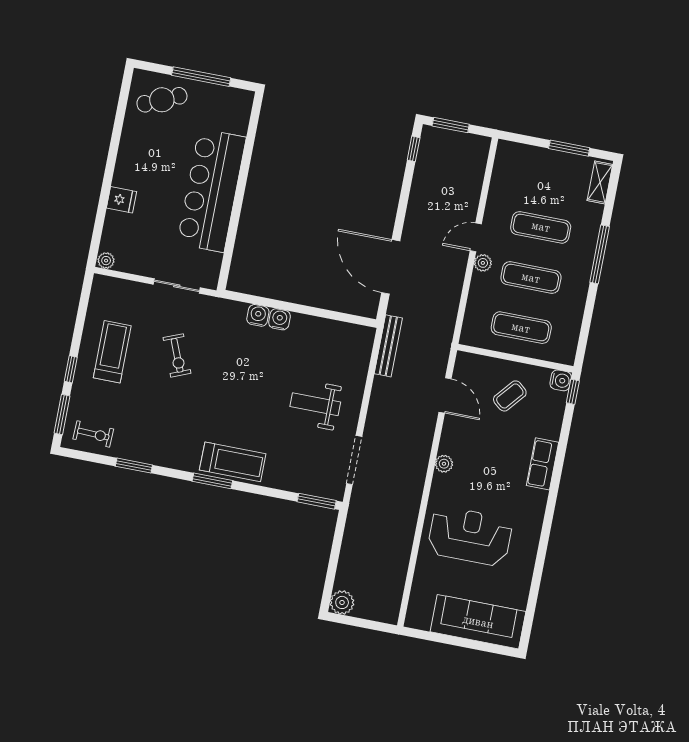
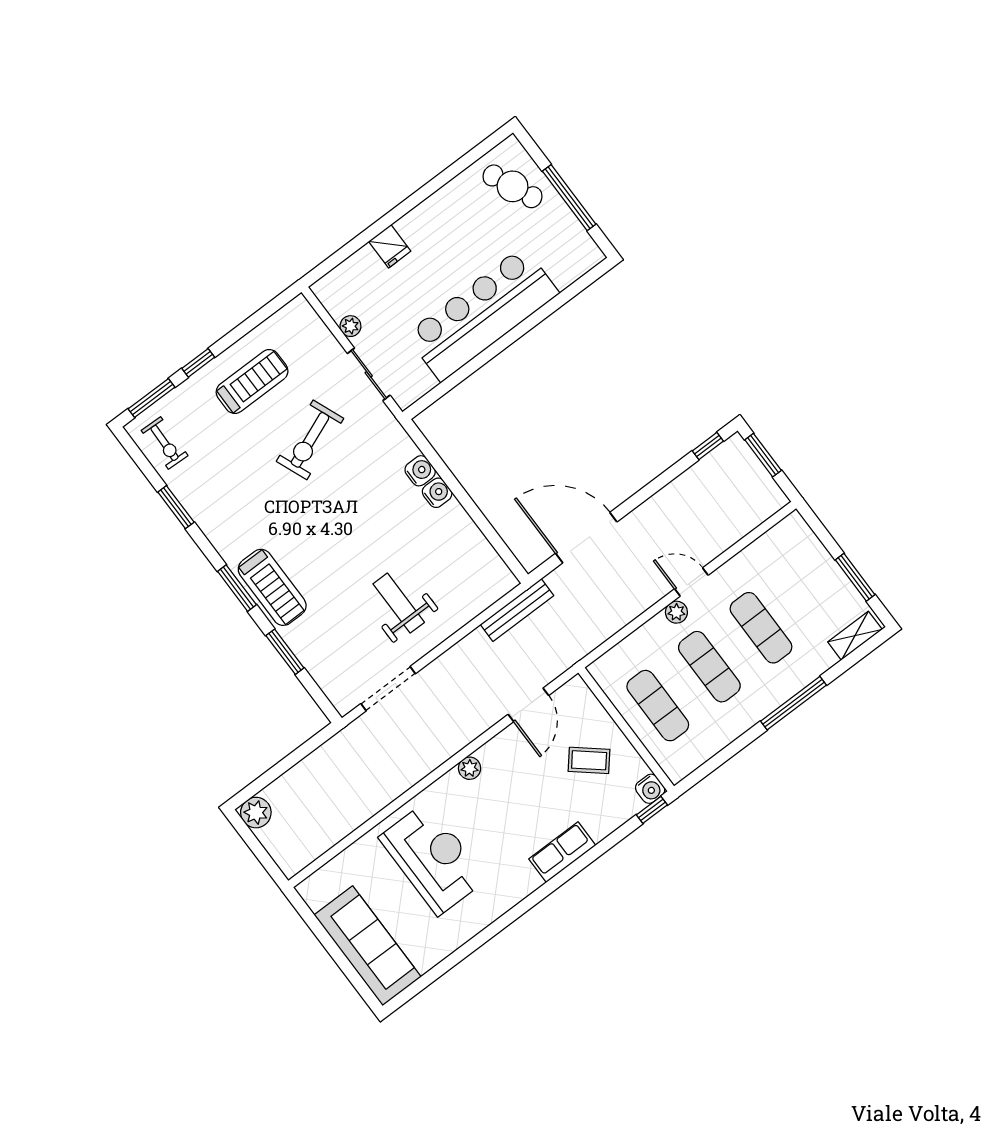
plant: (106, 261) -> (350, 326), moved
door: (391, 267) -> (586, 538), hinge flipped
exercise bike: (177, 355) -> (310, 440), width x1.38, depth x1.39
window: (317, 501) -> (285, 652), moved

